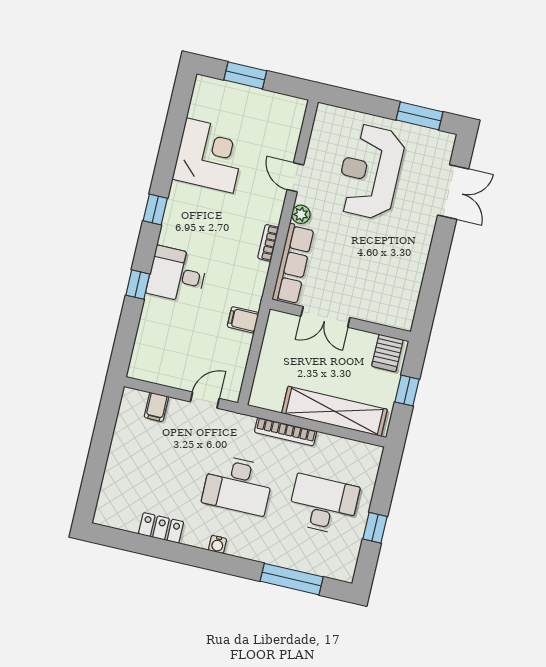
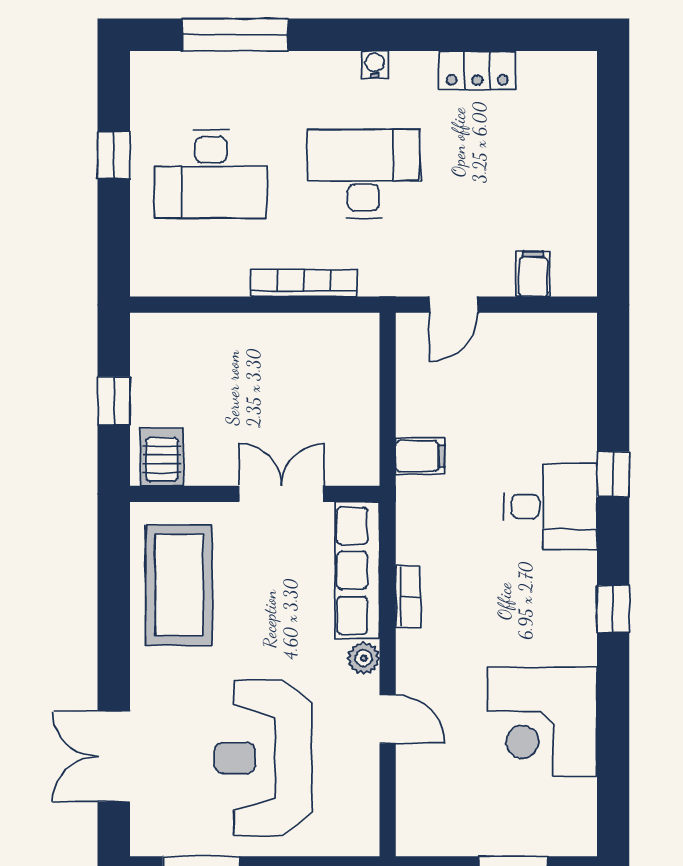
reception desk: (370, 172) -> (263, 758), turned 180
coffee table: (395, 279) -> (179, 585), added
shelving: (335, 411) -> (229, 337), removed

